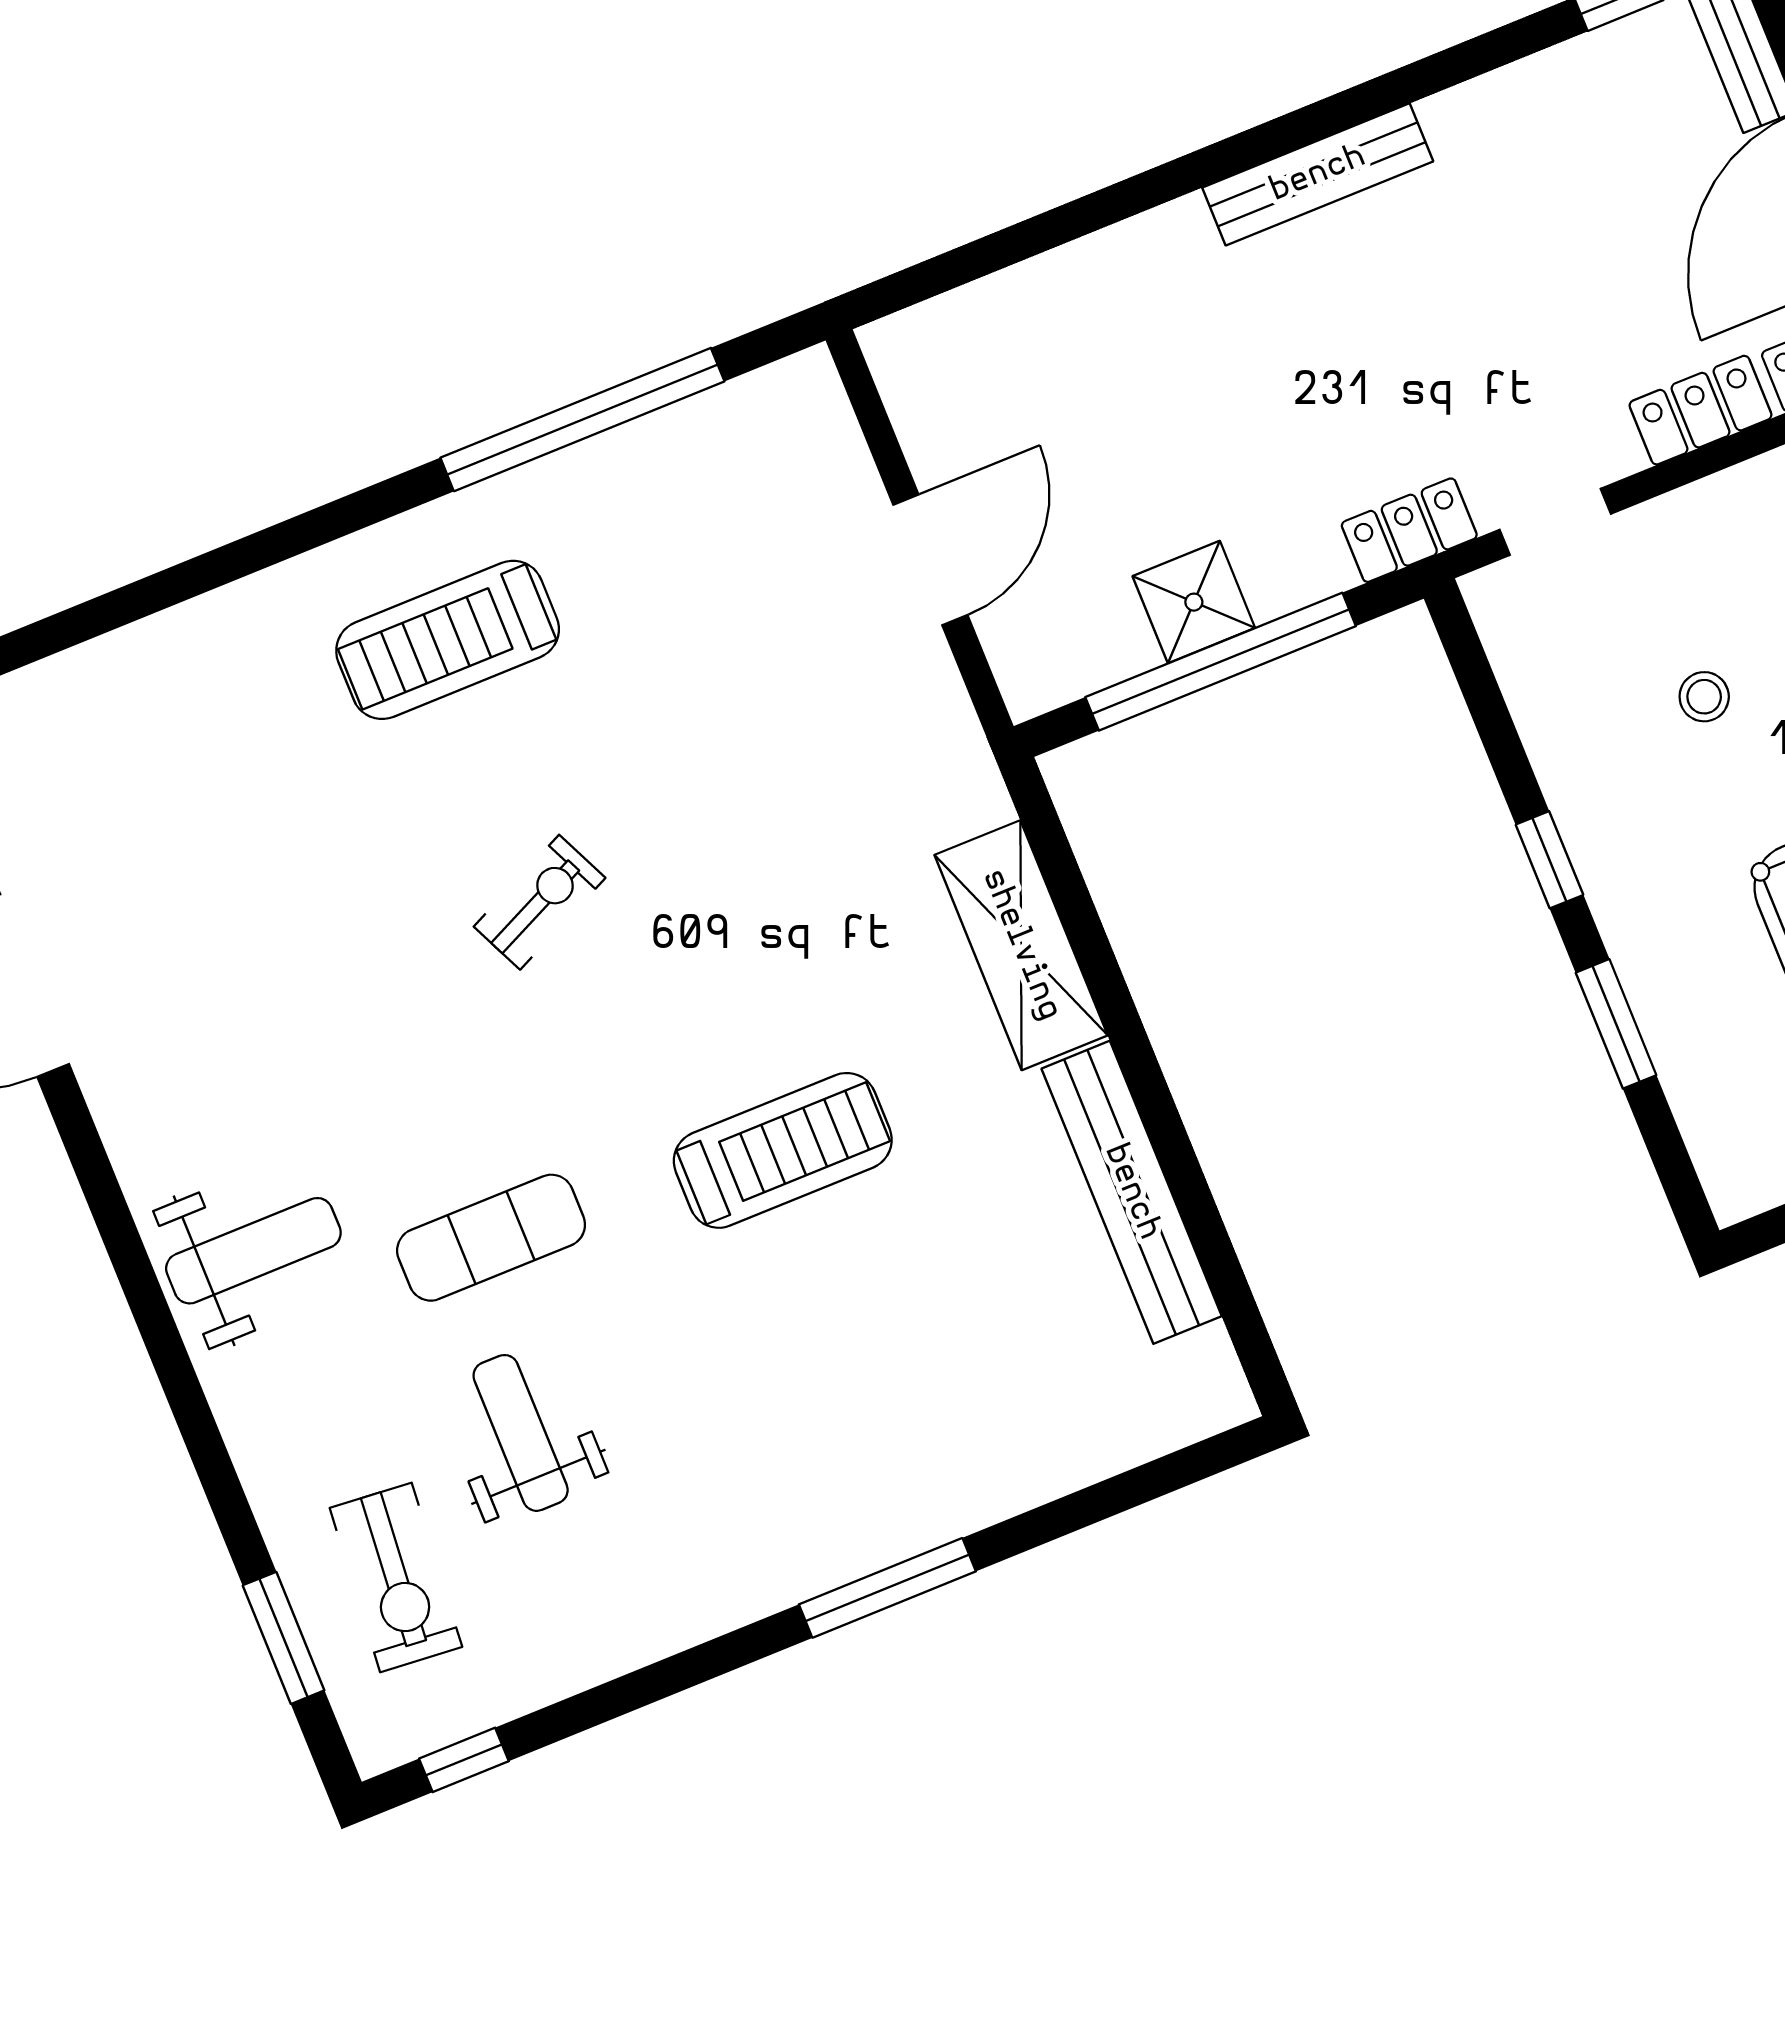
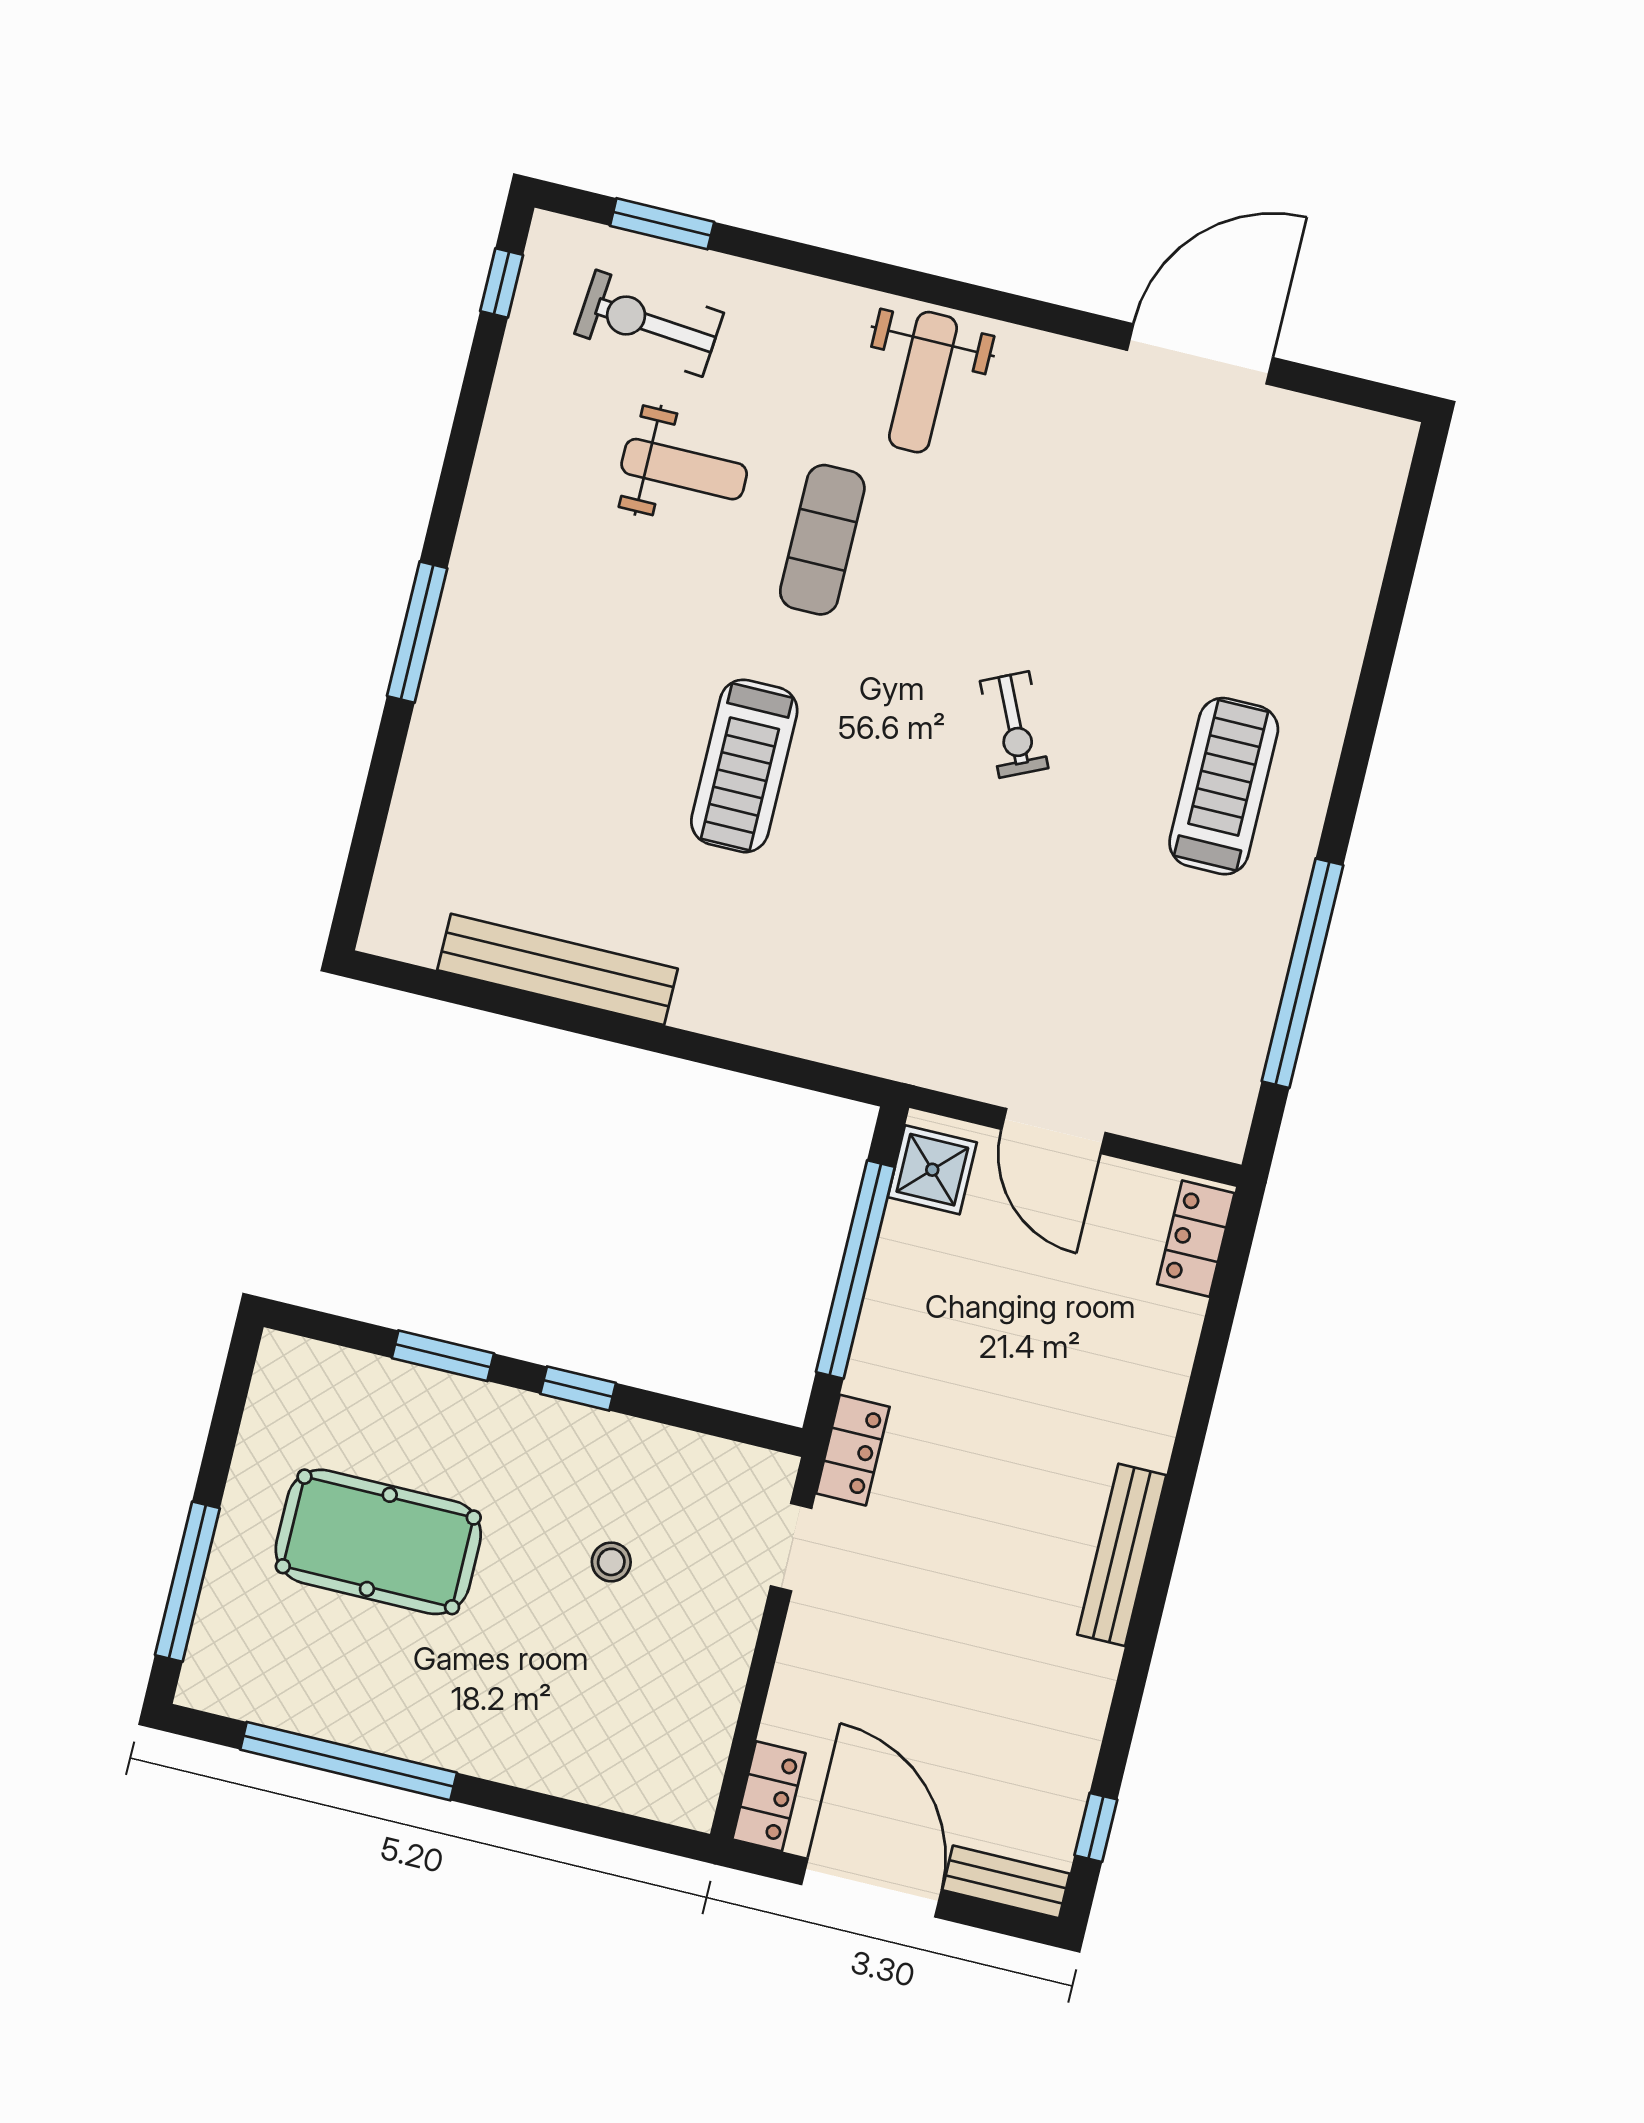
locker: (1700, 410) -> (1196, 1239), moved, turned 180
shower: (1194, 602) -> (932, 1170), moved
shelving: (1021, 945) -> (766, 1012), removed

